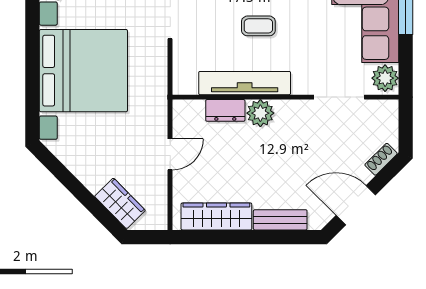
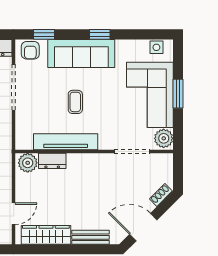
coffee table: (258, 26) -> (75, 102), turned 90
plant: (260, 113) -> (28, 163), moved
door: (170, 154) -> (14, 214), moved

